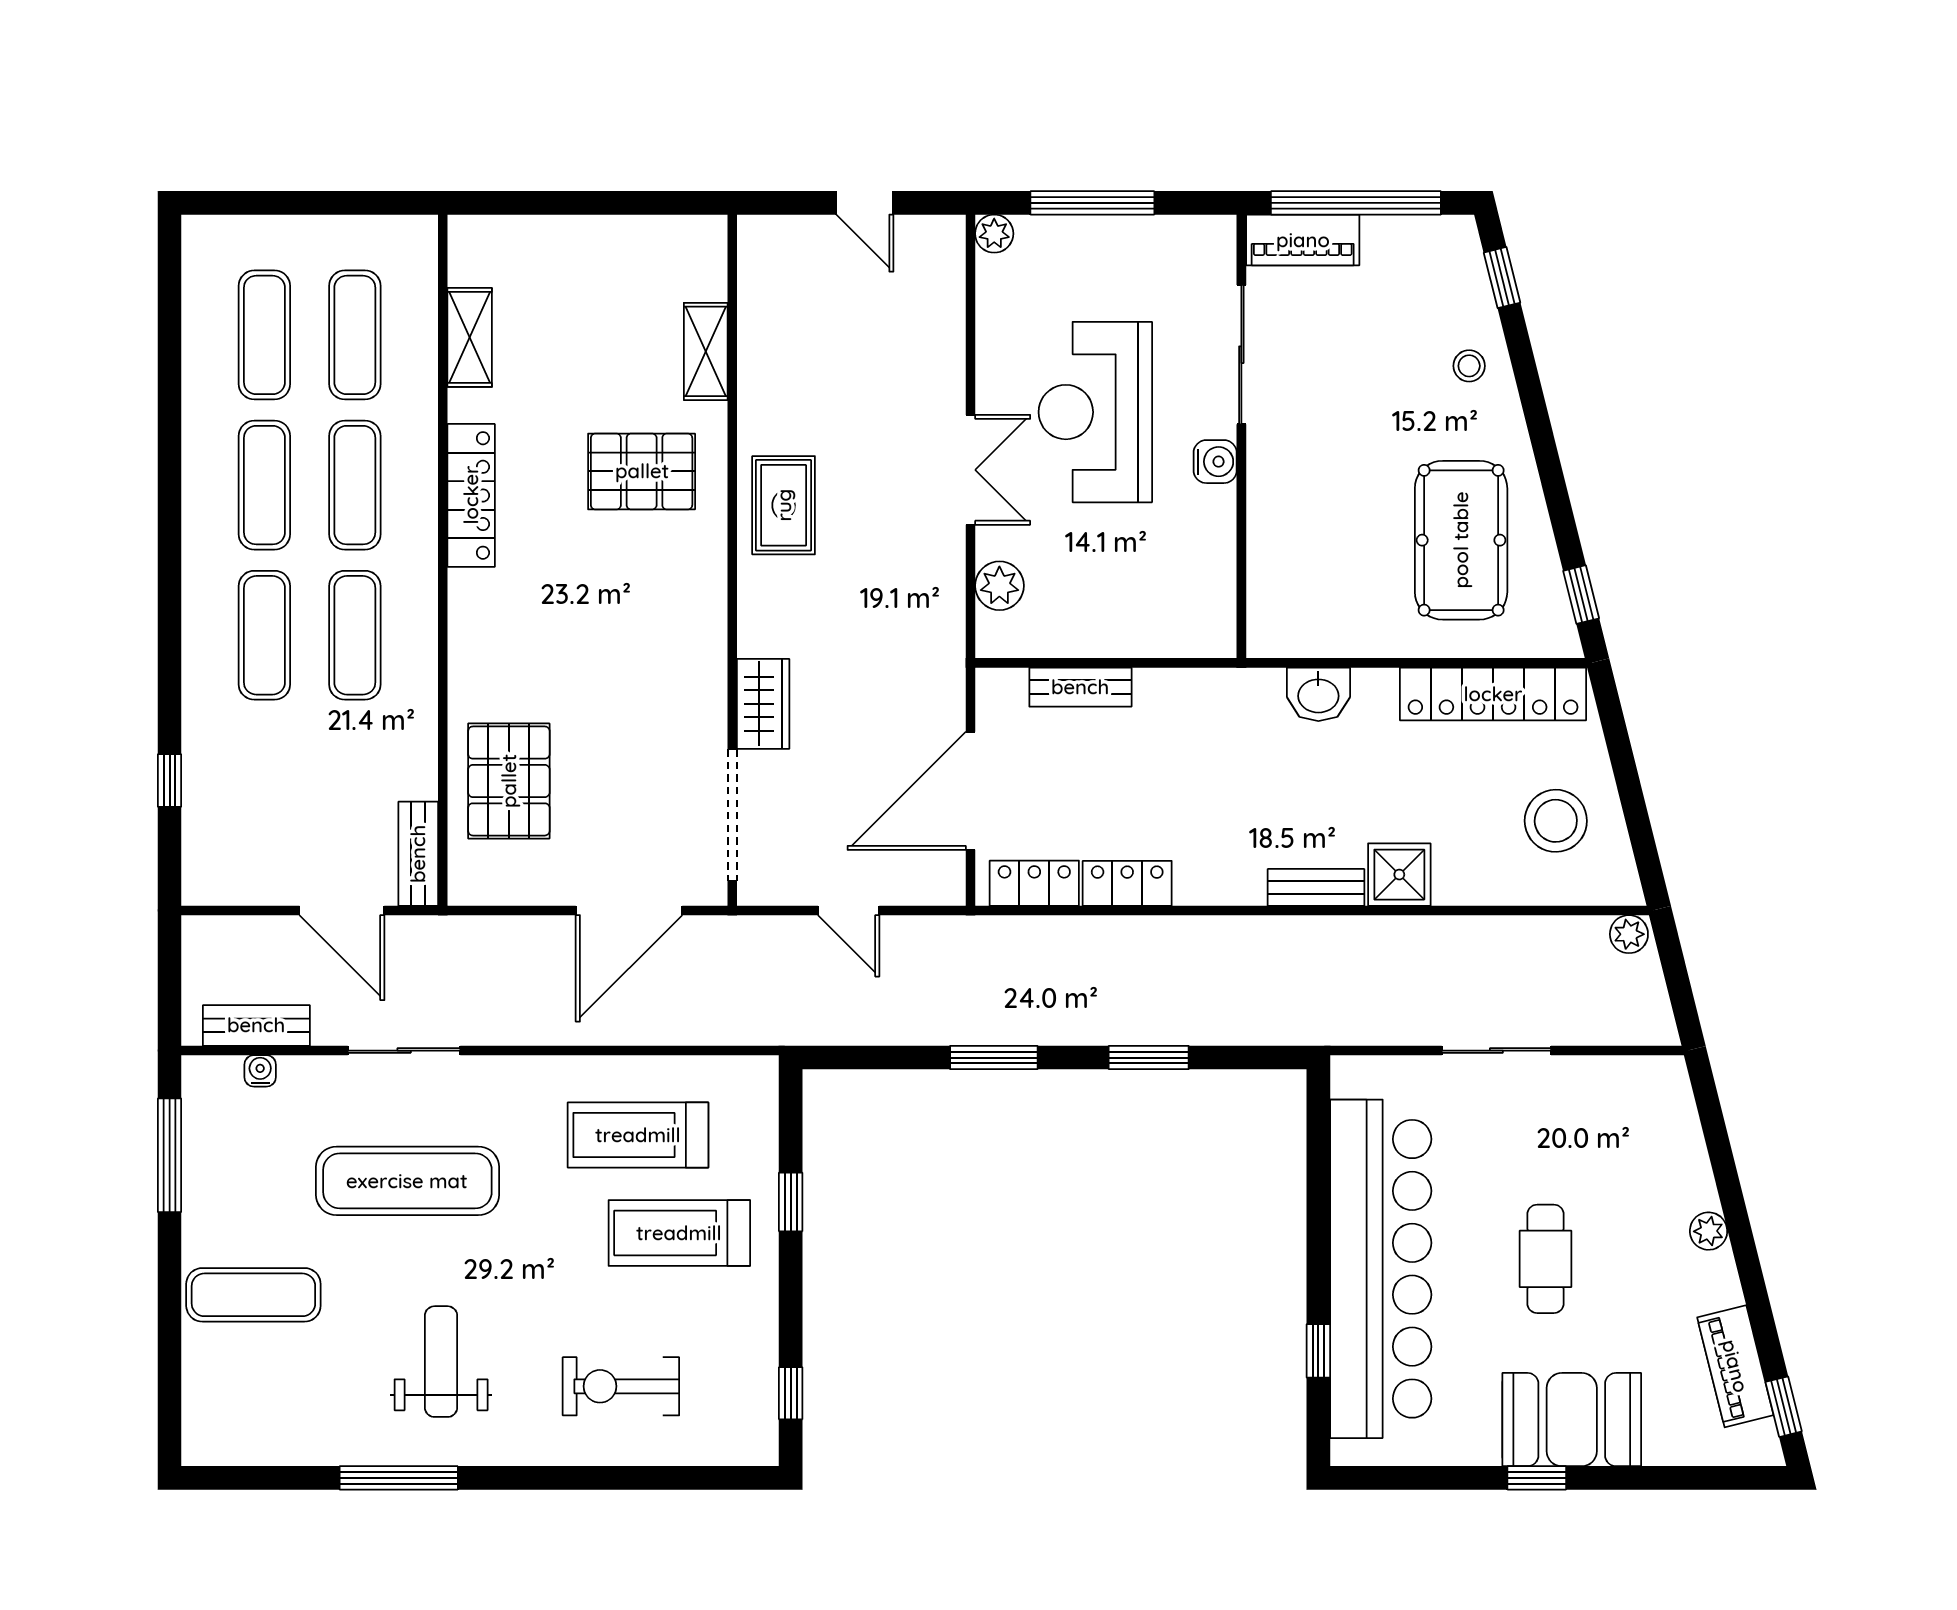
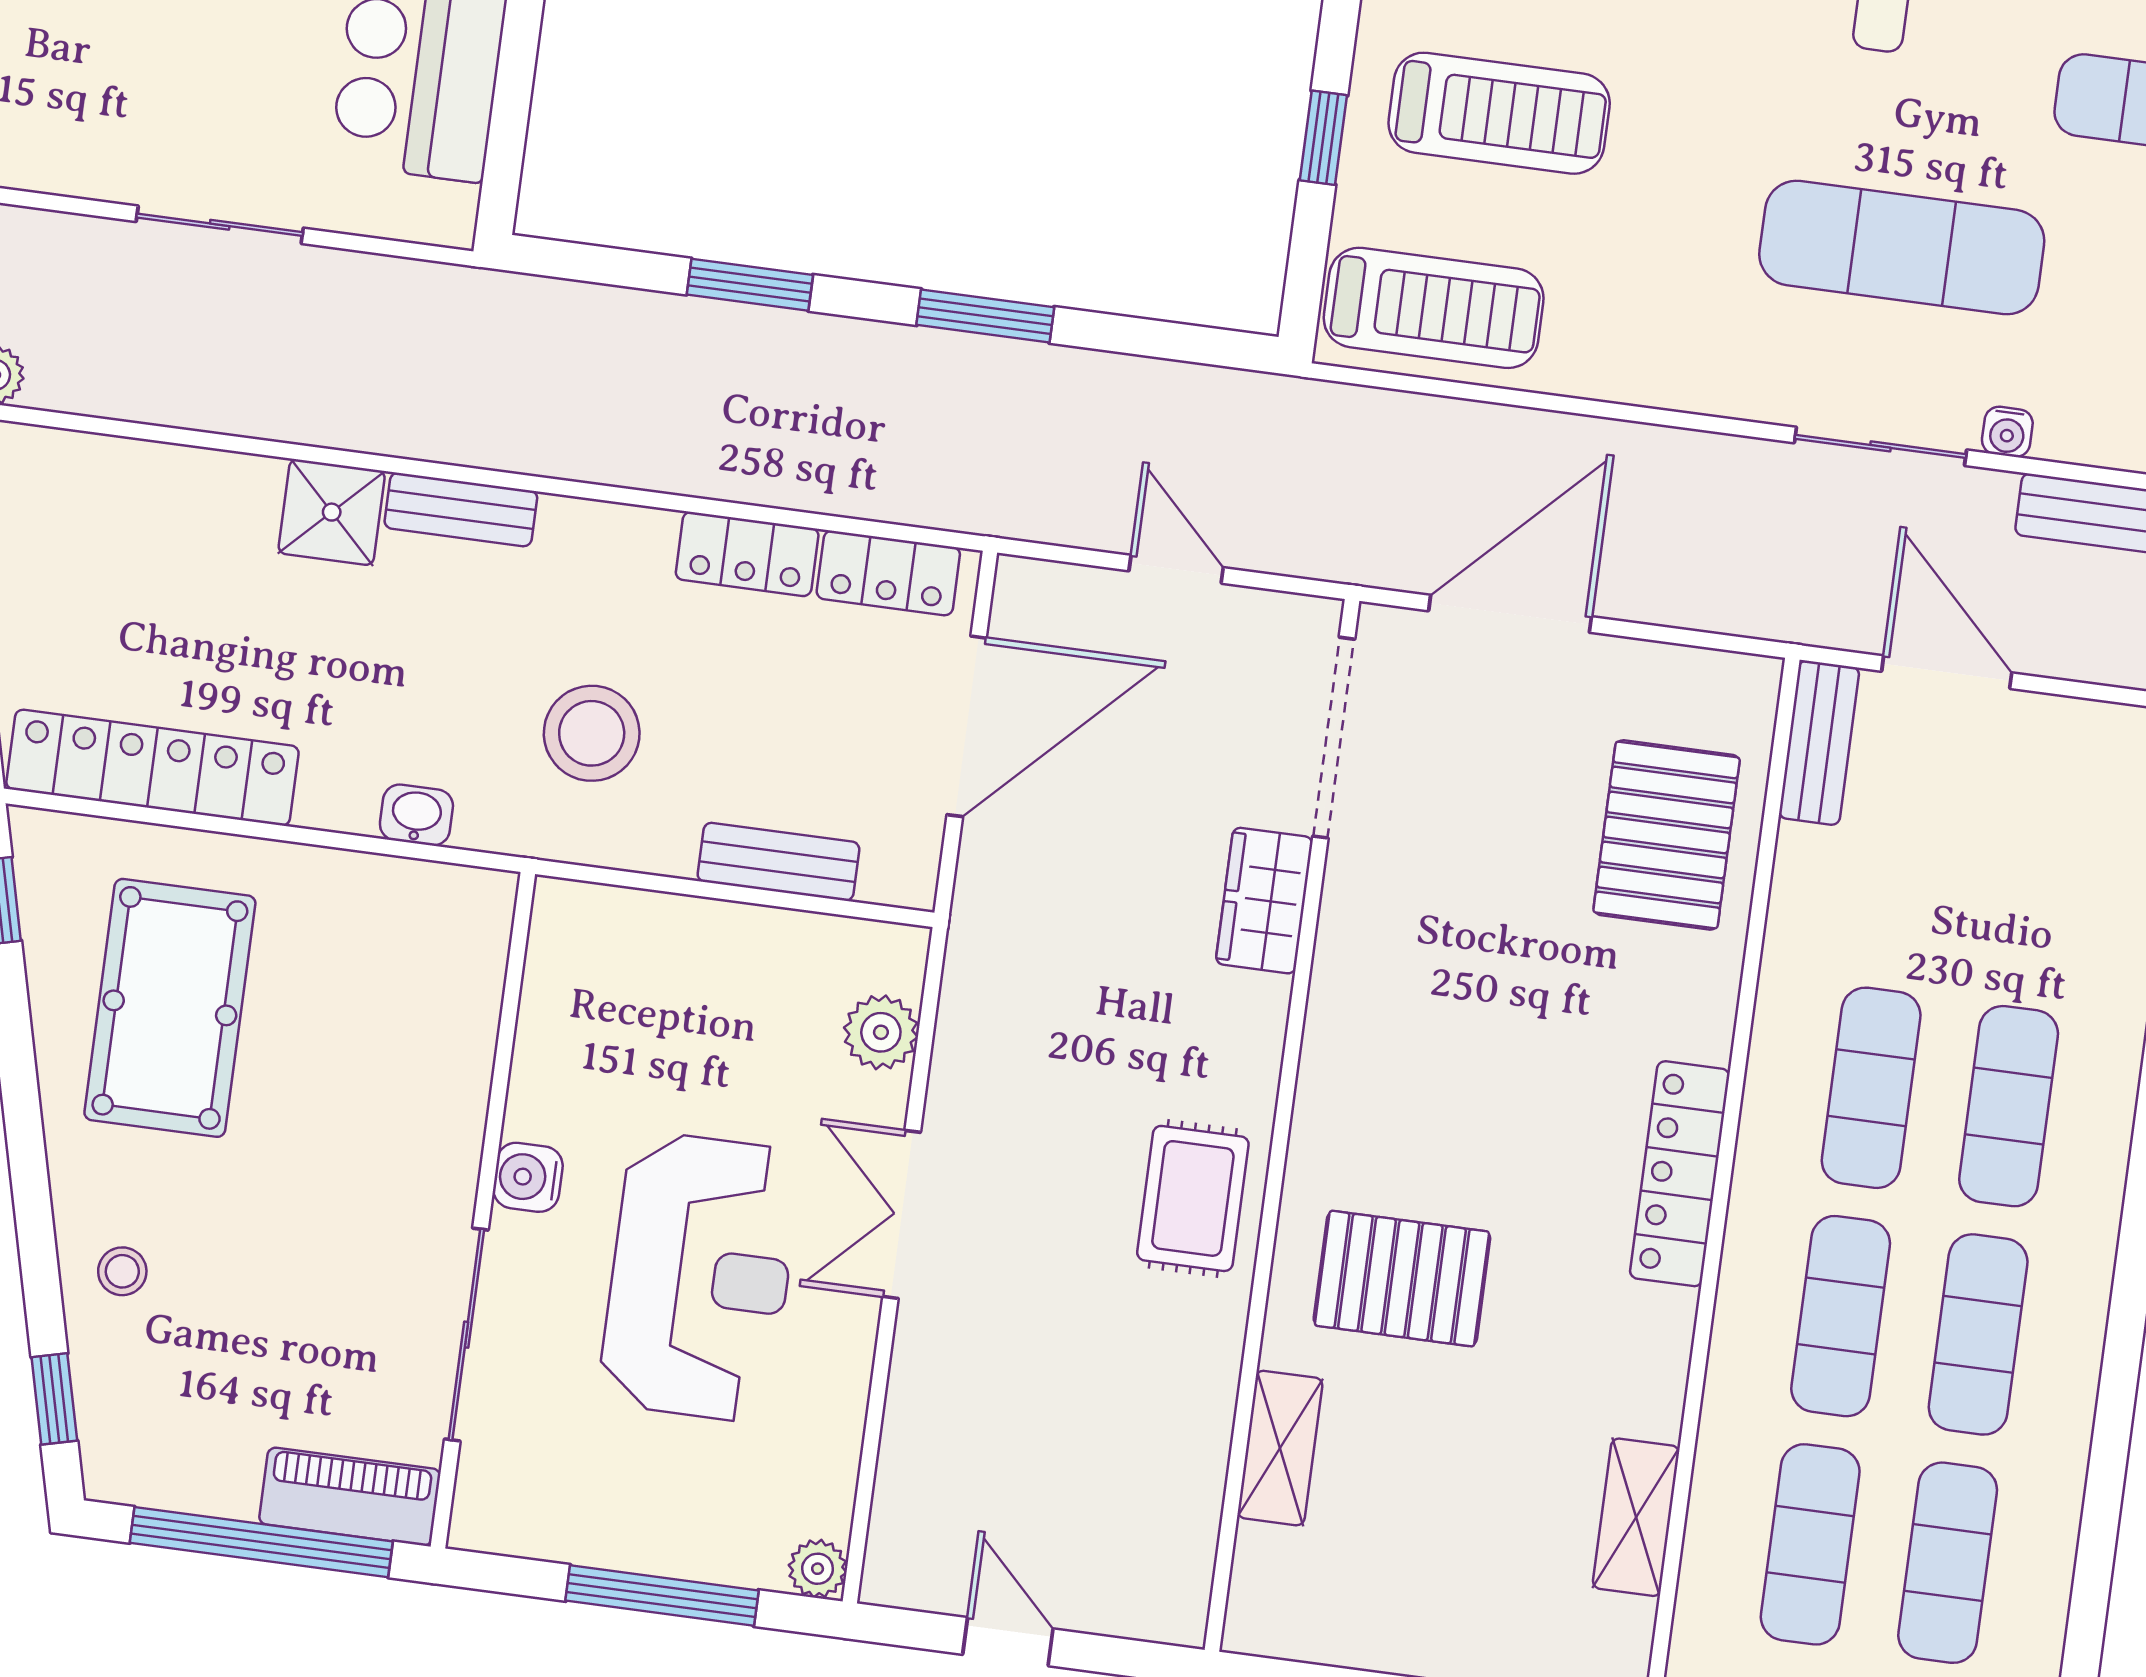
locker: (471, 495) -> (1680, 1174), moved
washbasin: (1318, 694) -> (416, 815), width x0.72, depth x0.69
stool: (1556, 821) -> (592, 733), moved
water cooler: (260, 1071) -> (2007, 432), moved
treadmill: (638, 1135) -> (1434, 308), moved

